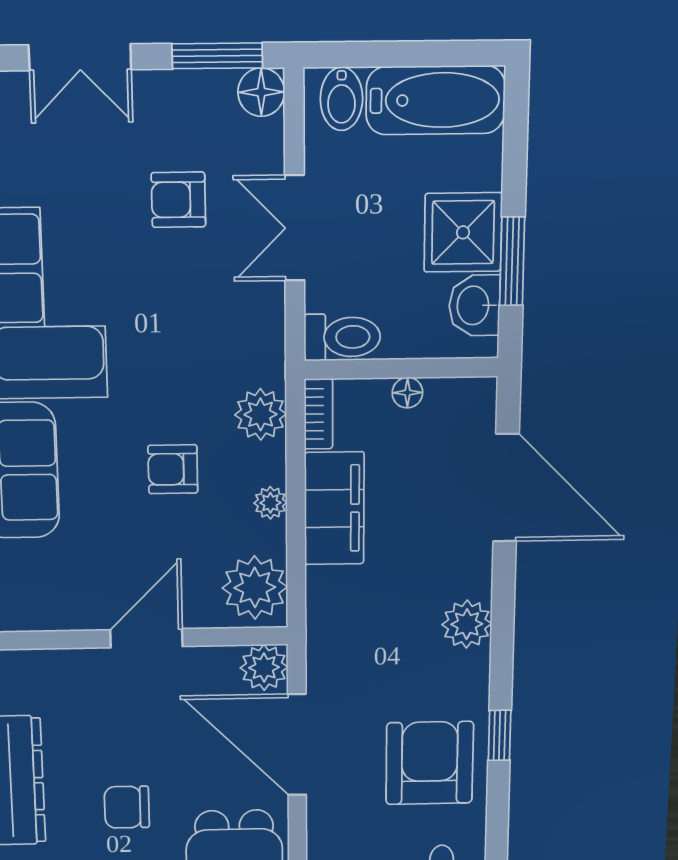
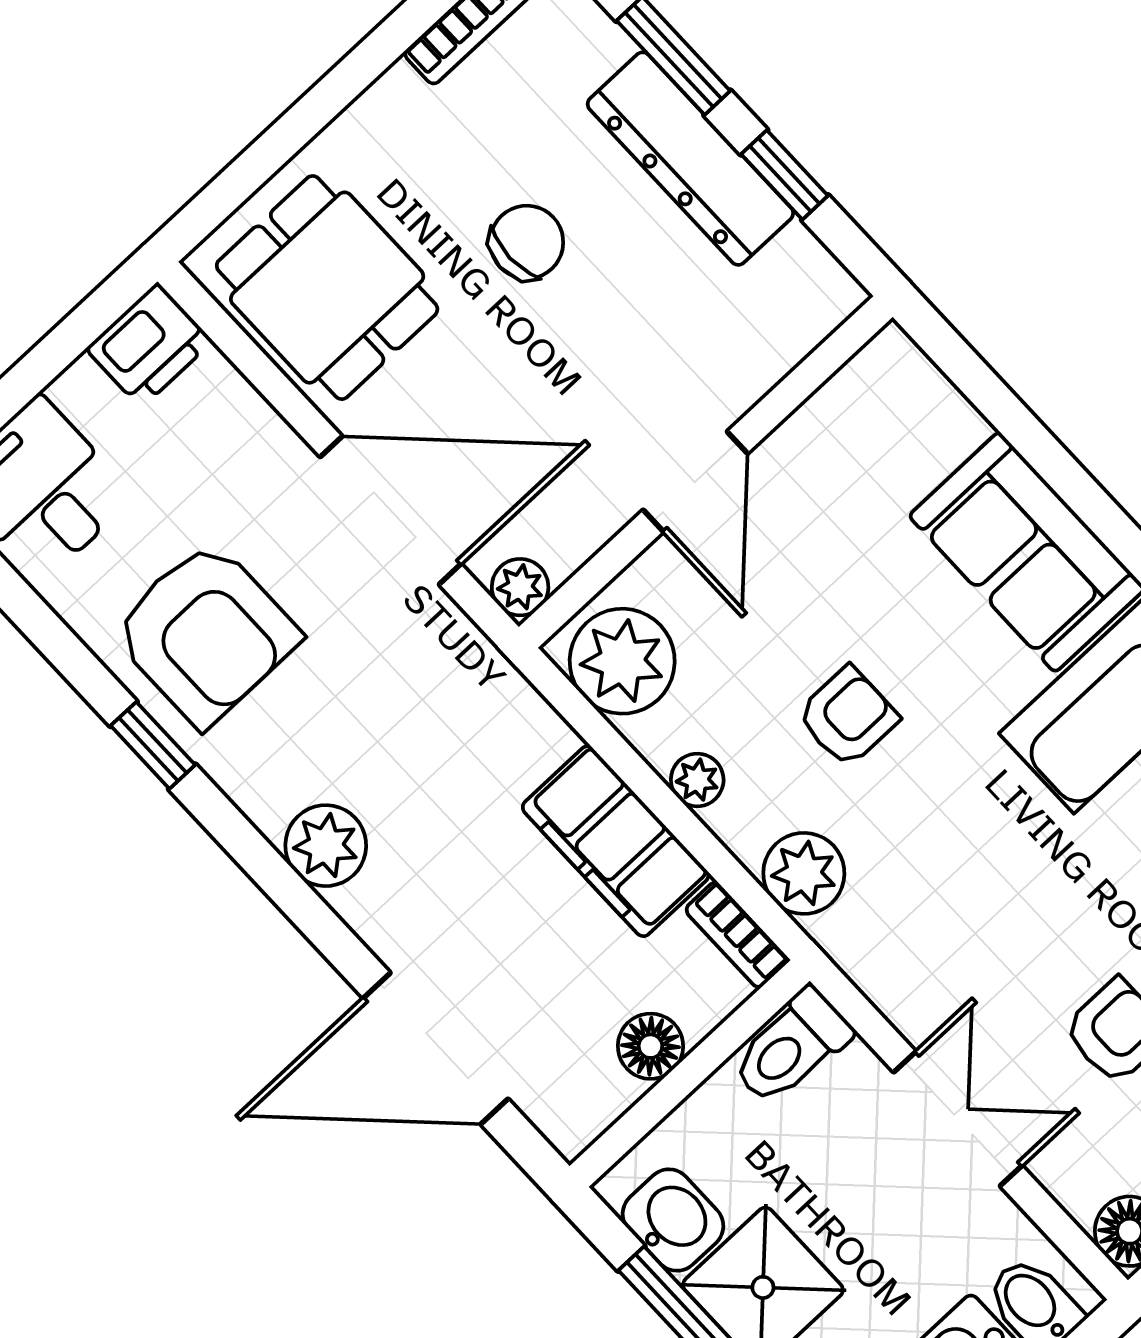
floor lamp: (407, 393) -> (650, 1046), width x1.37, depth x1.37
plant: (264, 668) -> (520, 587), width x0.73, depth x0.73

